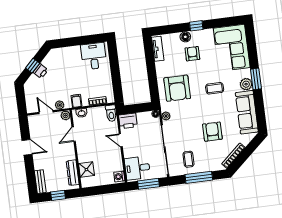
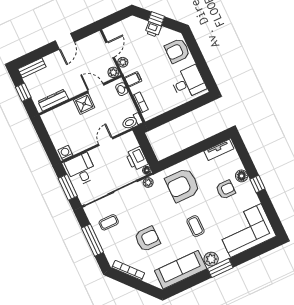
armchair: (65, 57) -> (177, 51), added
printer: (128, 121) -> (137, 159), moved
shower: (86, 170) -> (84, 104), moved

